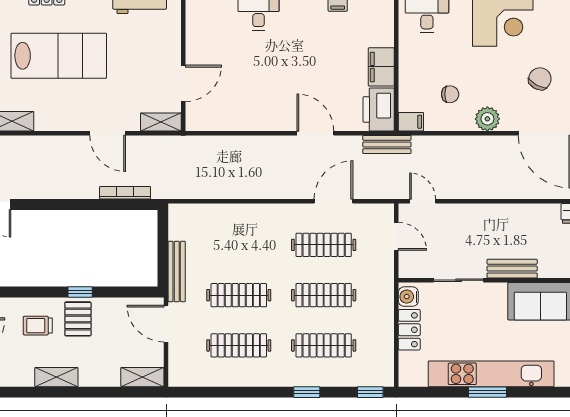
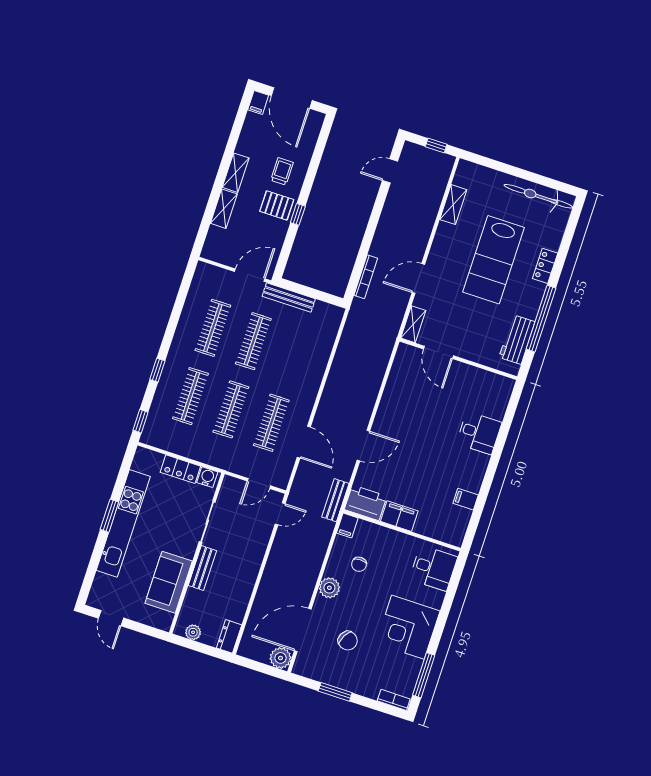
shelving: (142, 377) -> (224, 209), moved

